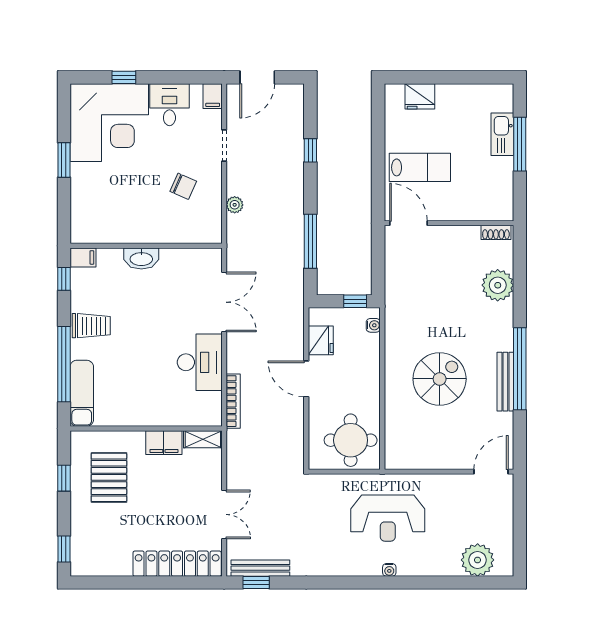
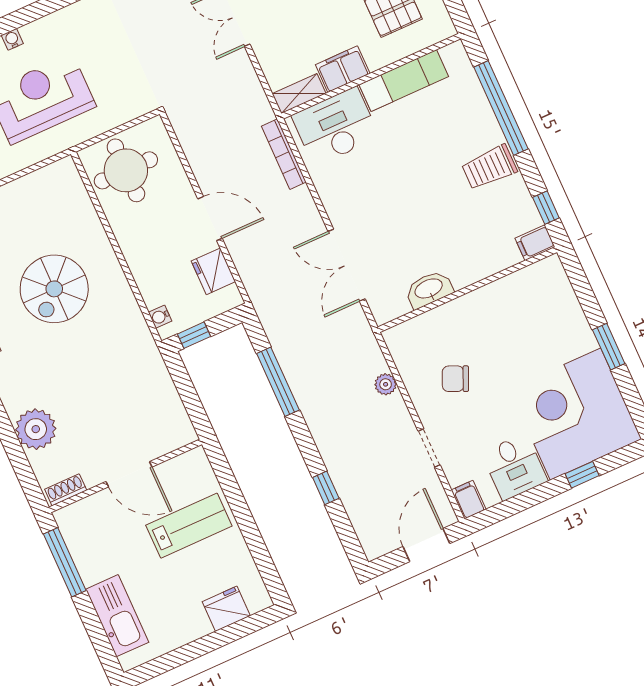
kitchen sink: (502, 134) -> (117, 616), width x1.36, depth x1.24
window: (520, 144) -> (65, 562), moved
lab bench: (420, 167) -> (189, 526), turned 180
door: (408, 223) -> (129, 474), moved
washbasin: (141, 258) -> (429, 289), moved
desk: (200, 362) -> (335, 126), moved, turned 90
exam couch: (82, 393) -> (404, 81), moved, turned -90

